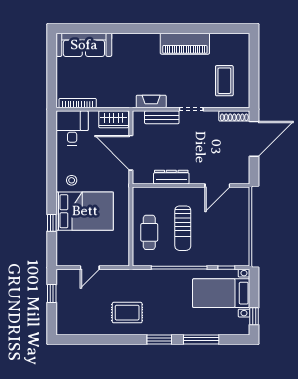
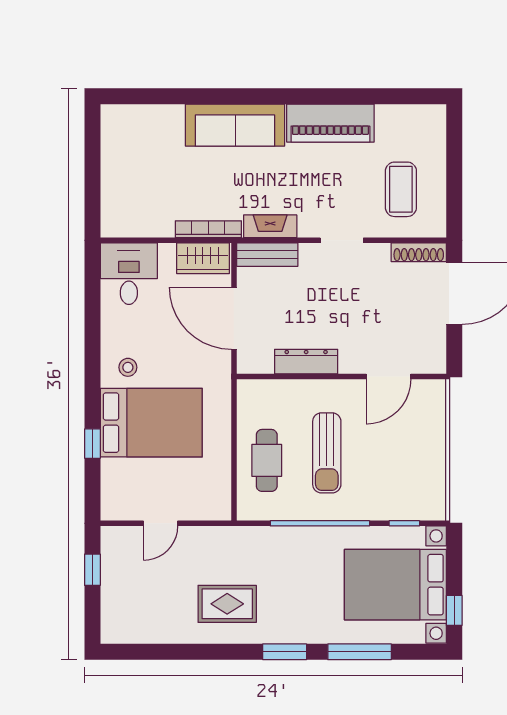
sofa: (84, 45) -> (235, 125), moved
bookcase: (78, 103) -> (208, 229), moved
bench: (162, 117) -> (267, 255), moved
bed with nightstands: (221, 293) -> (395, 585), width x1.36

